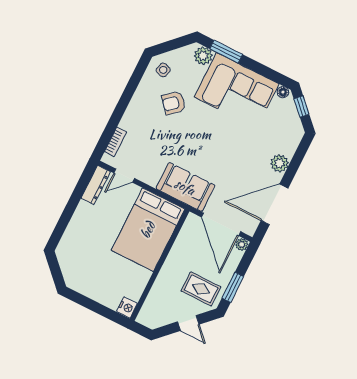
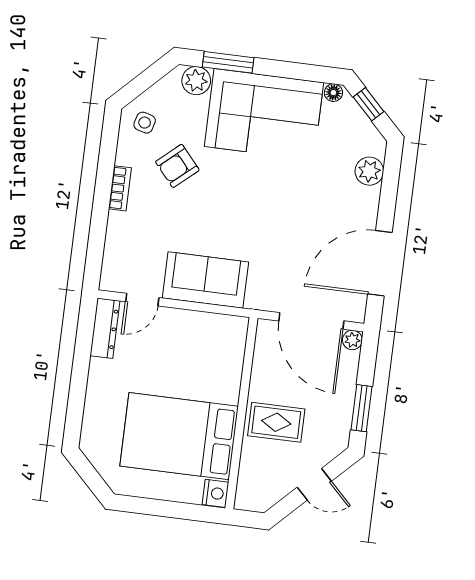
bookcase: (115, 142) -> (120, 188), moved
plant: (279, 163) -> (369, 171), moved
sofa: (185, 187) -> (205, 280), moved
bed: (148, 230) -> (179, 436), moved, turned 90
rug: (201, 289) -> (276, 422), moved

